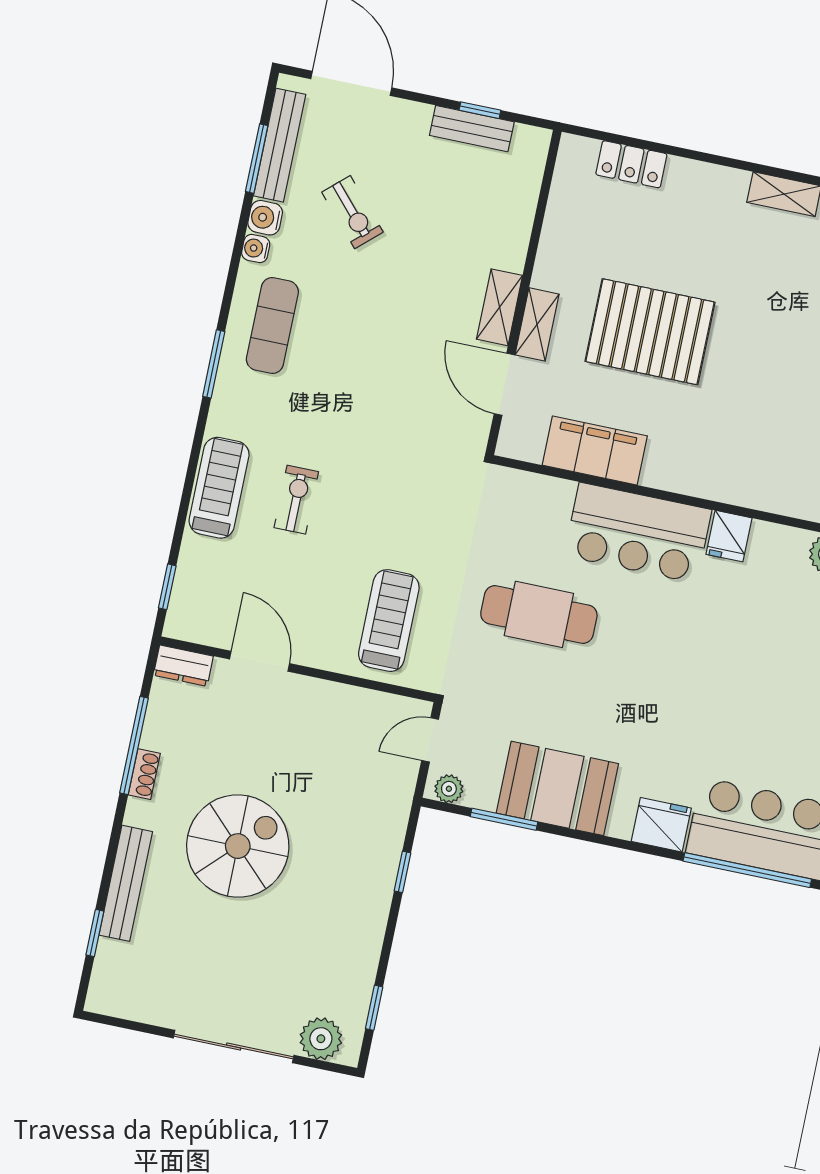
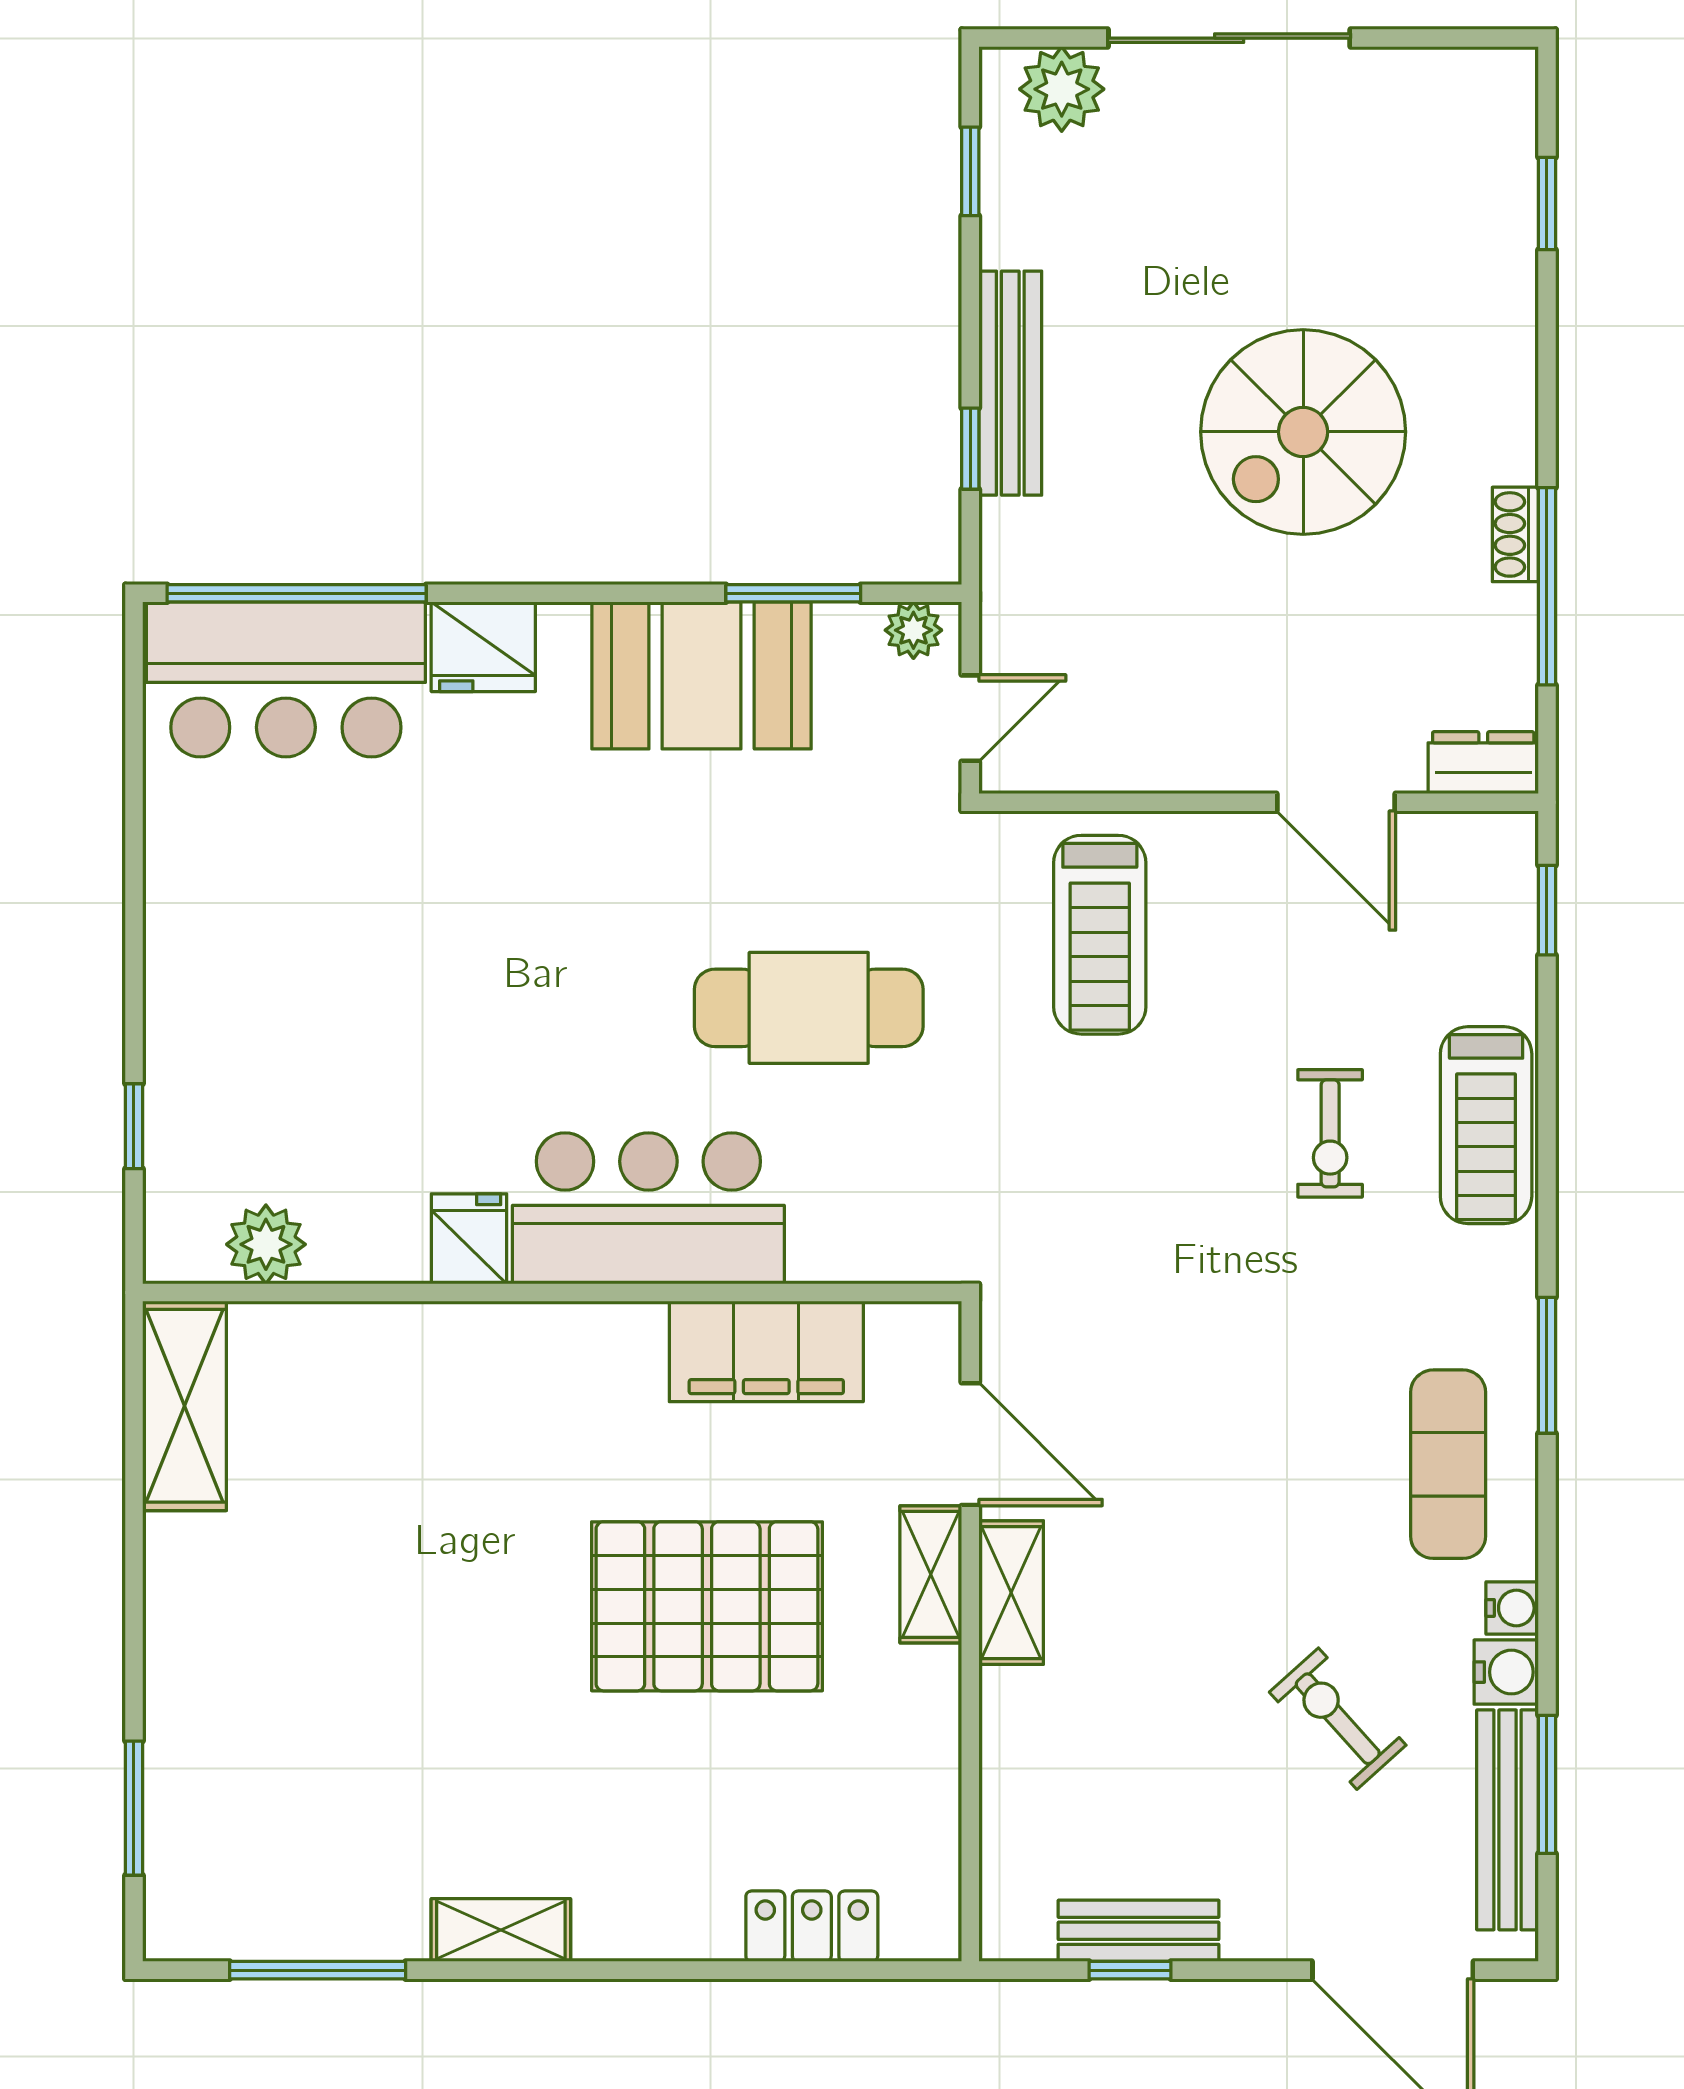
bench: (126, 883) -> (1010, 383), moved

